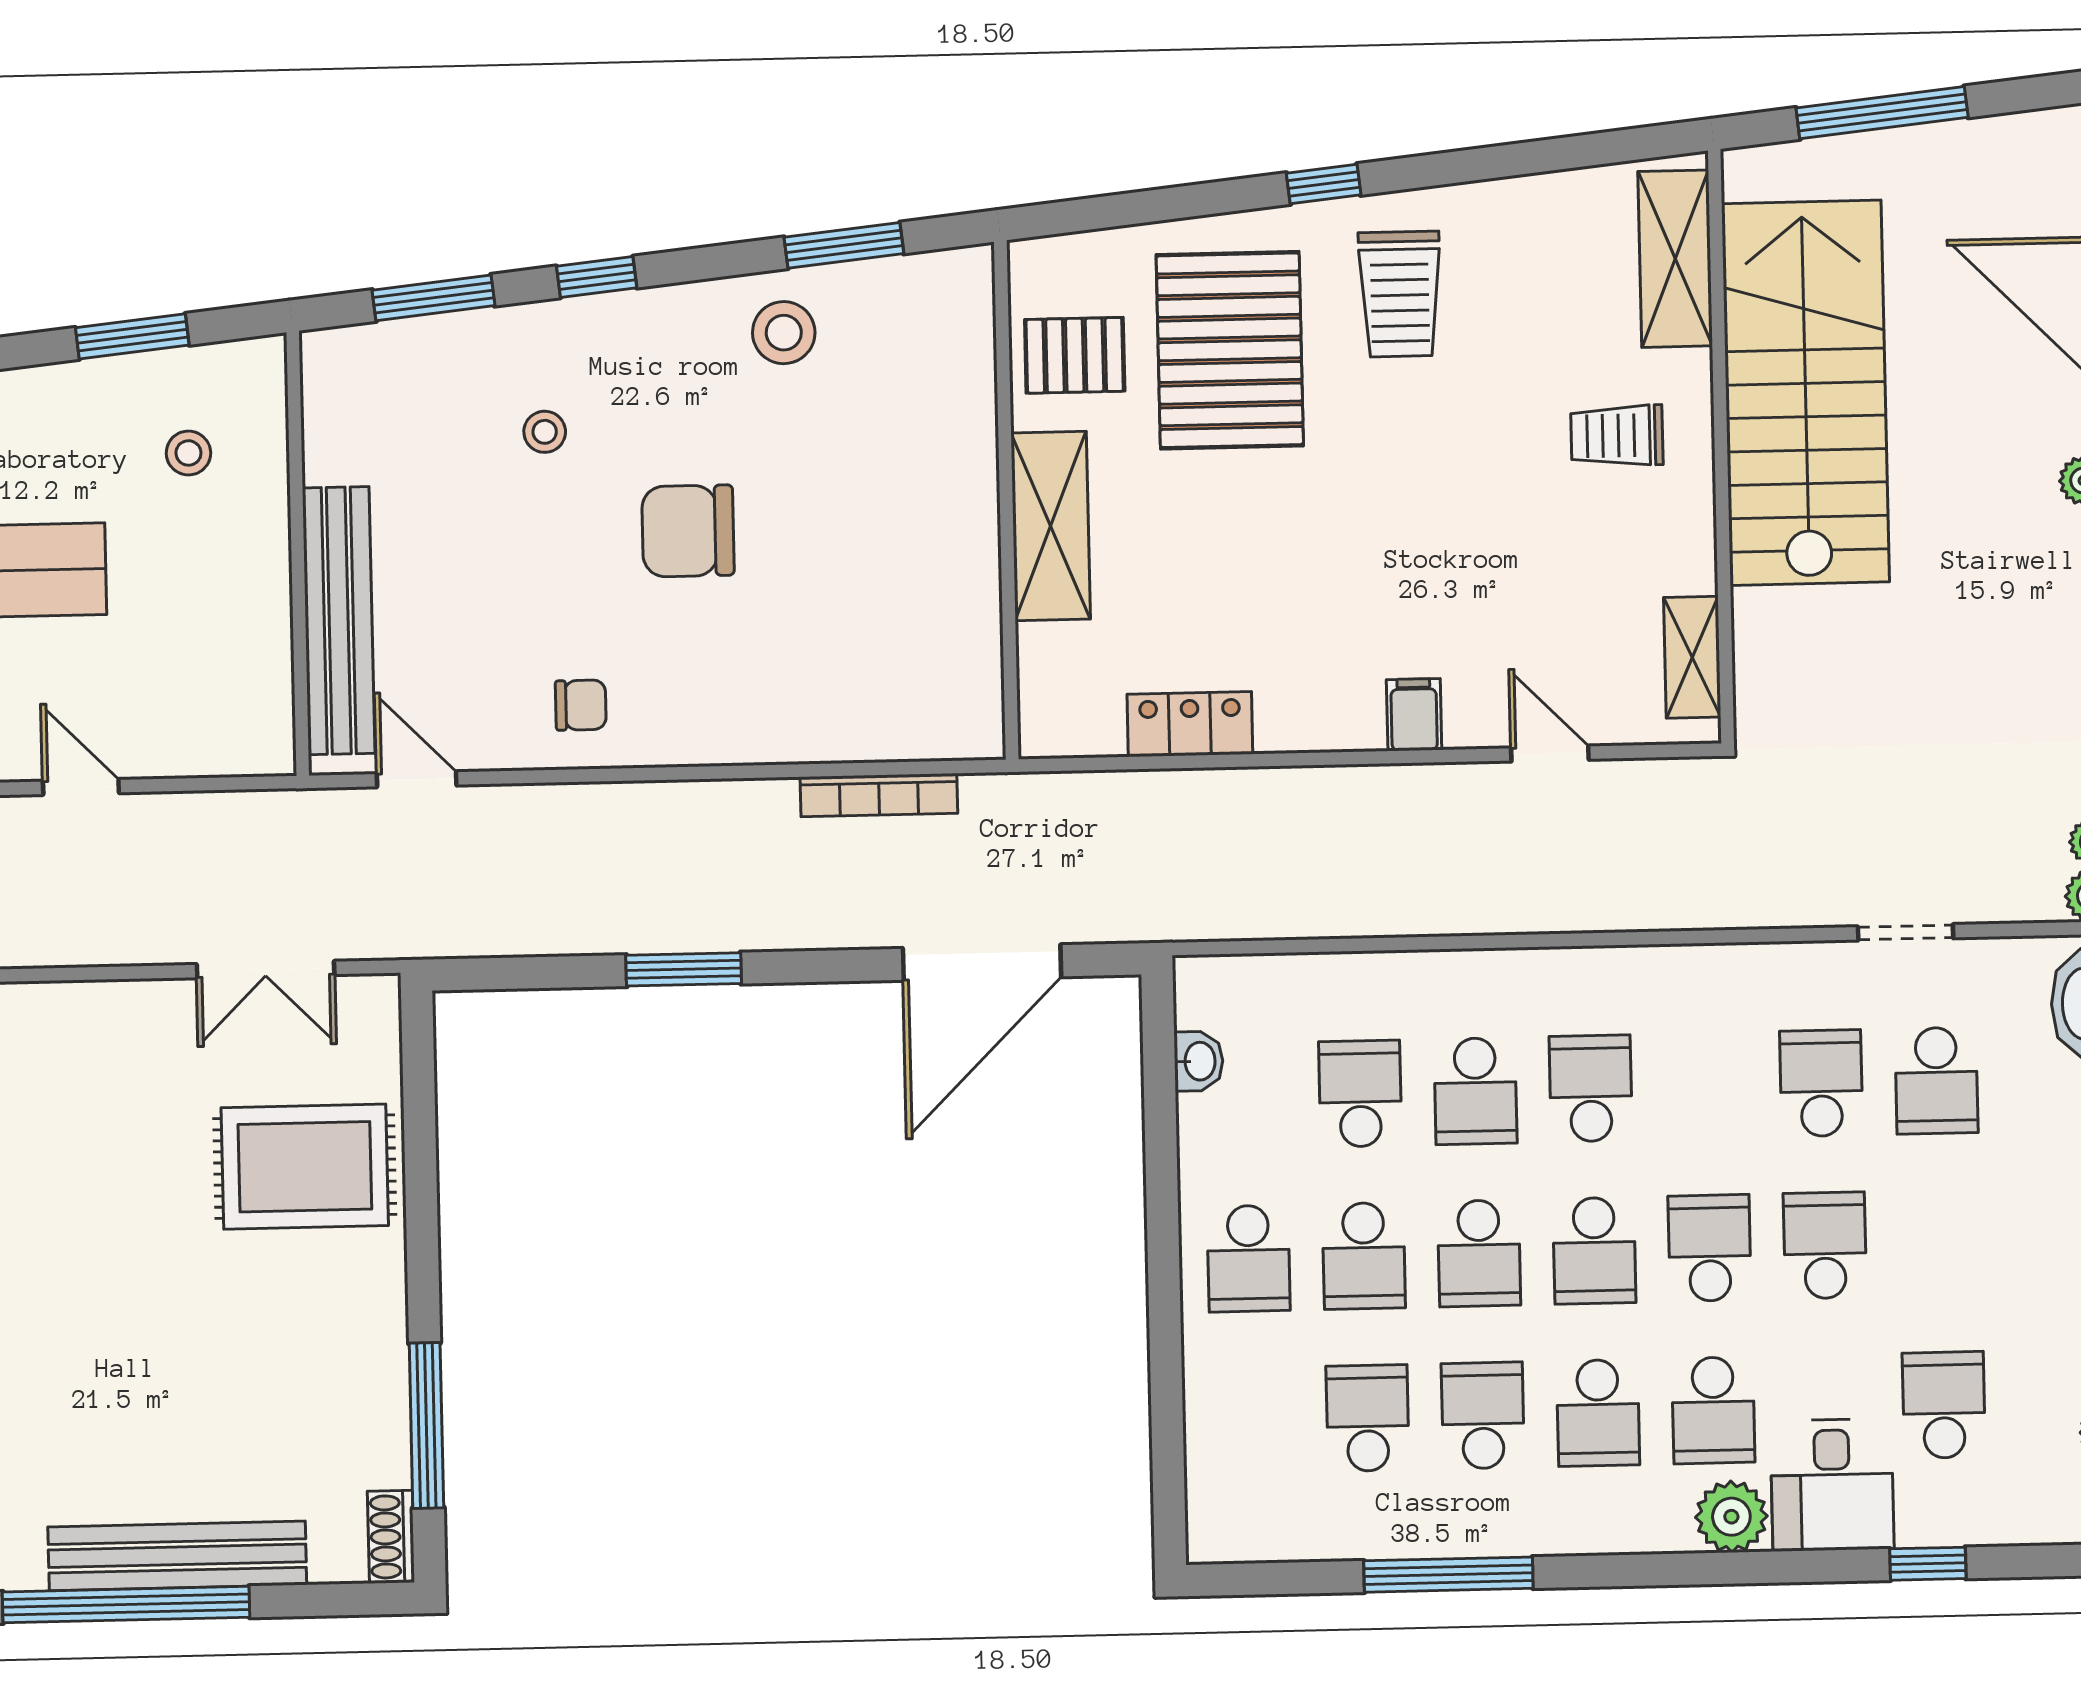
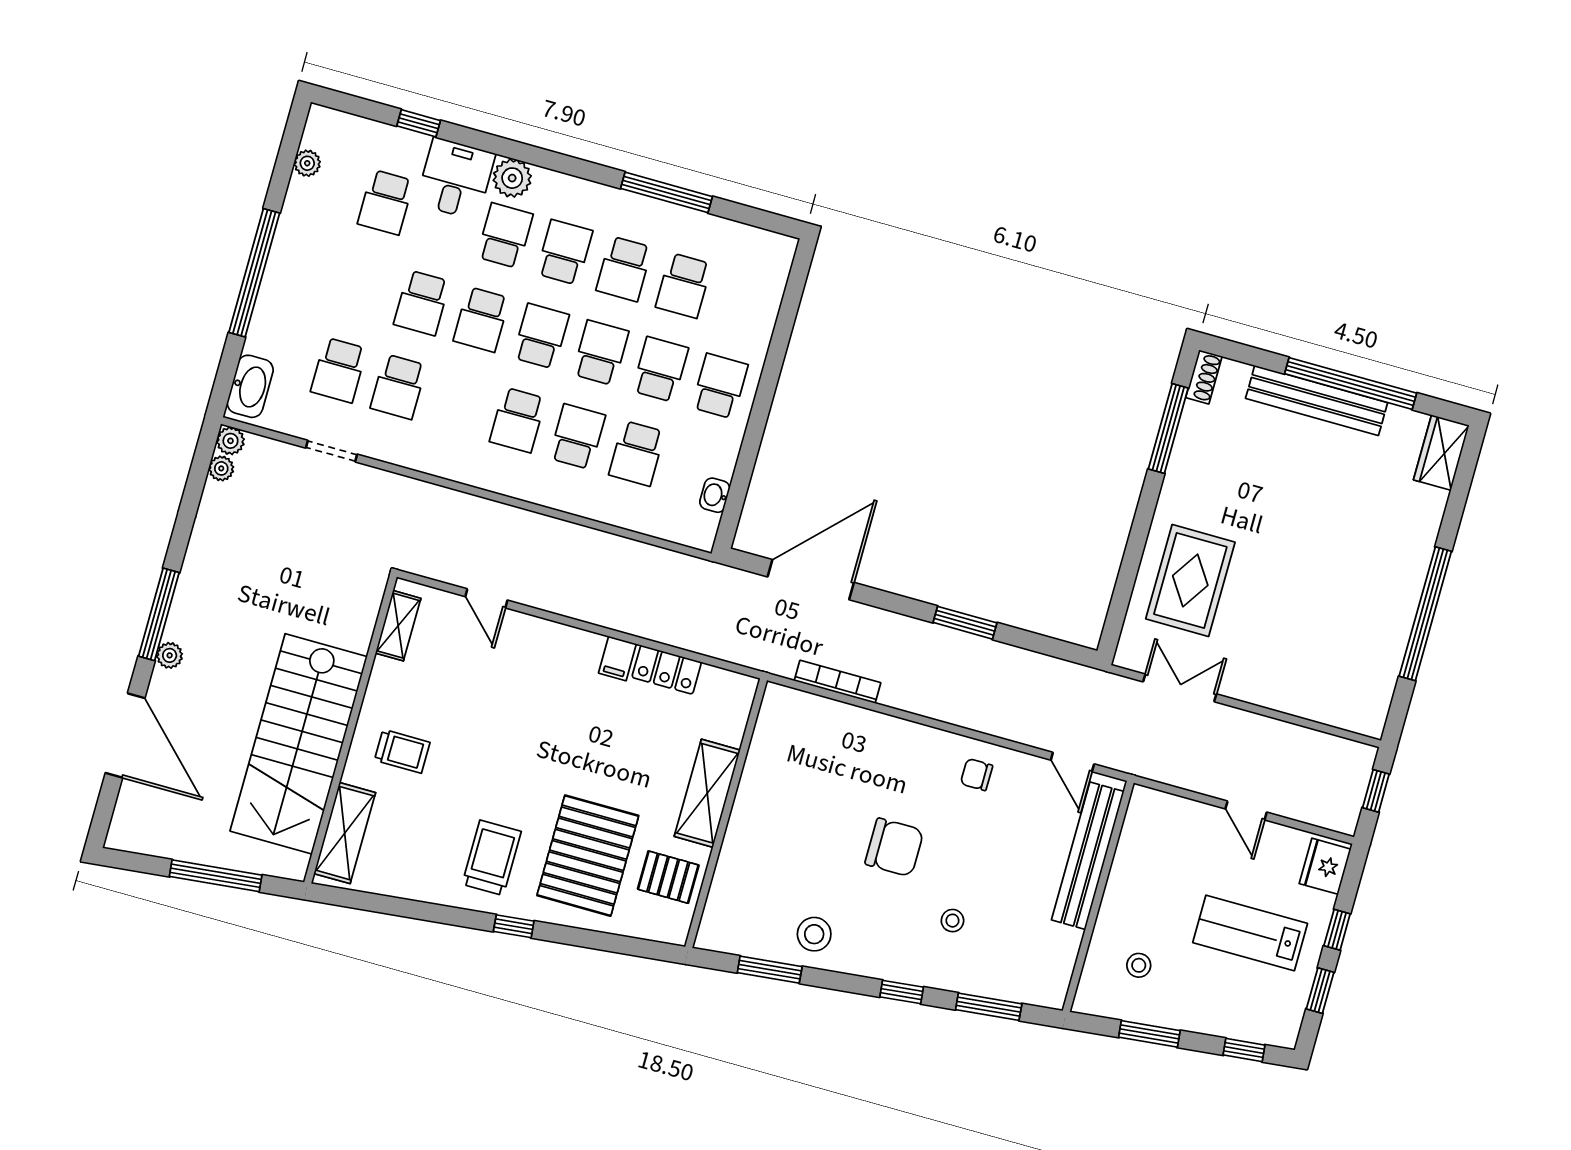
filing cabinet: (1414, 715) -> (617, 658), moved
school desk: (1936, 1081) -> (339, 370), turned 180
rug: (305, 1167) -> (1190, 581), turned 90

